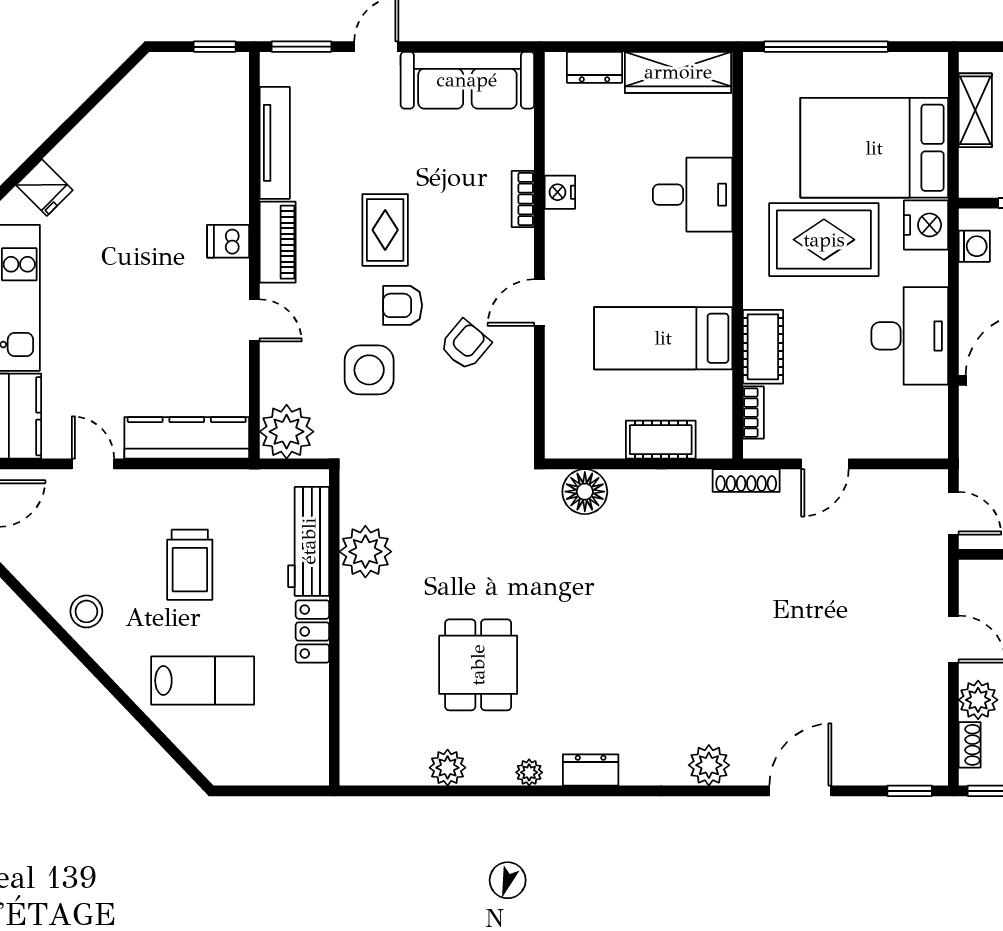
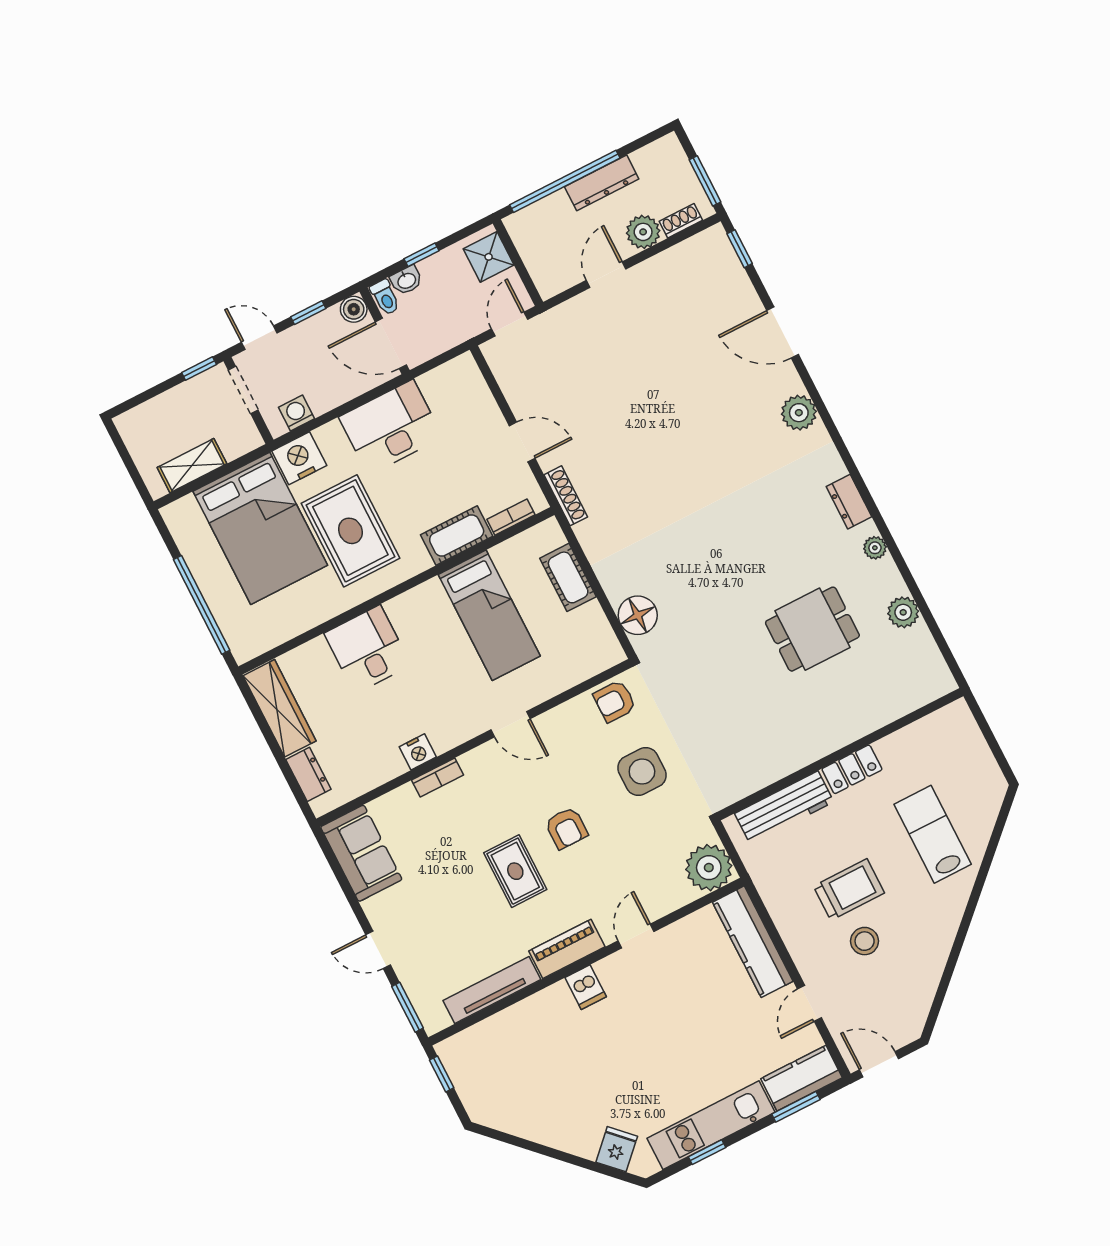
sofa: (467, 80) -> (361, 853), width x0.73
rug: (385, 230) -> (515, 871), turned 90
armchair: (465, 345) -> (615, 701), moved, turned -40
side table: (369, 370) -> (642, 772), moved
plant: (365, 552) -> (770, 760), removed
stool: (86, 611) -> (865, 941), moved

